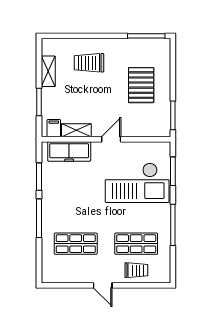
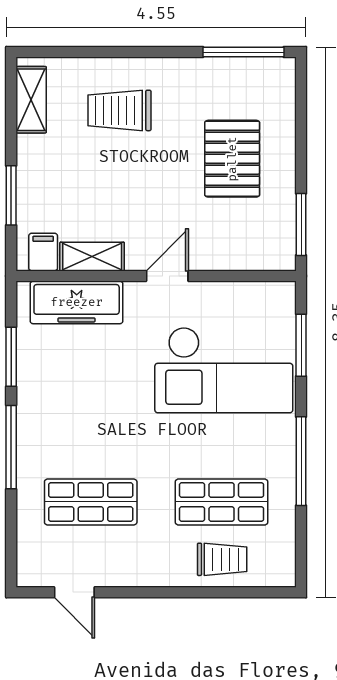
shelving: (48, 71) -> (31, 100), moved
door: (103, 285) -> (74, 592), moved

